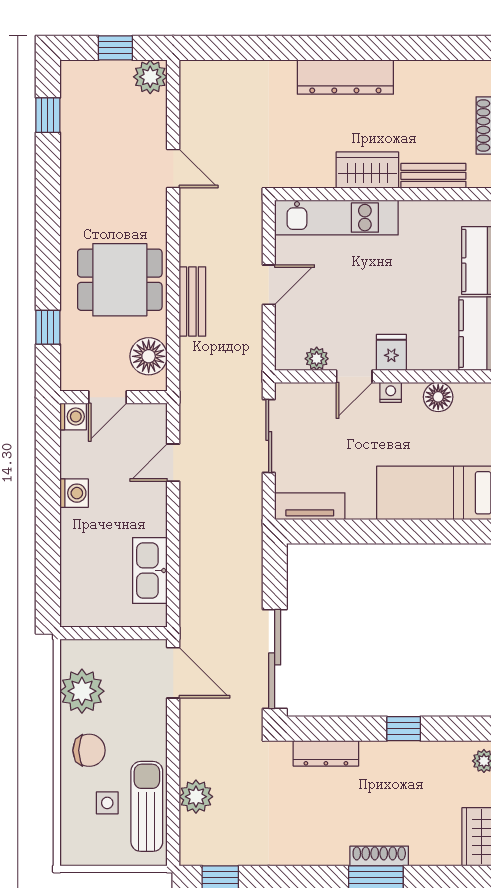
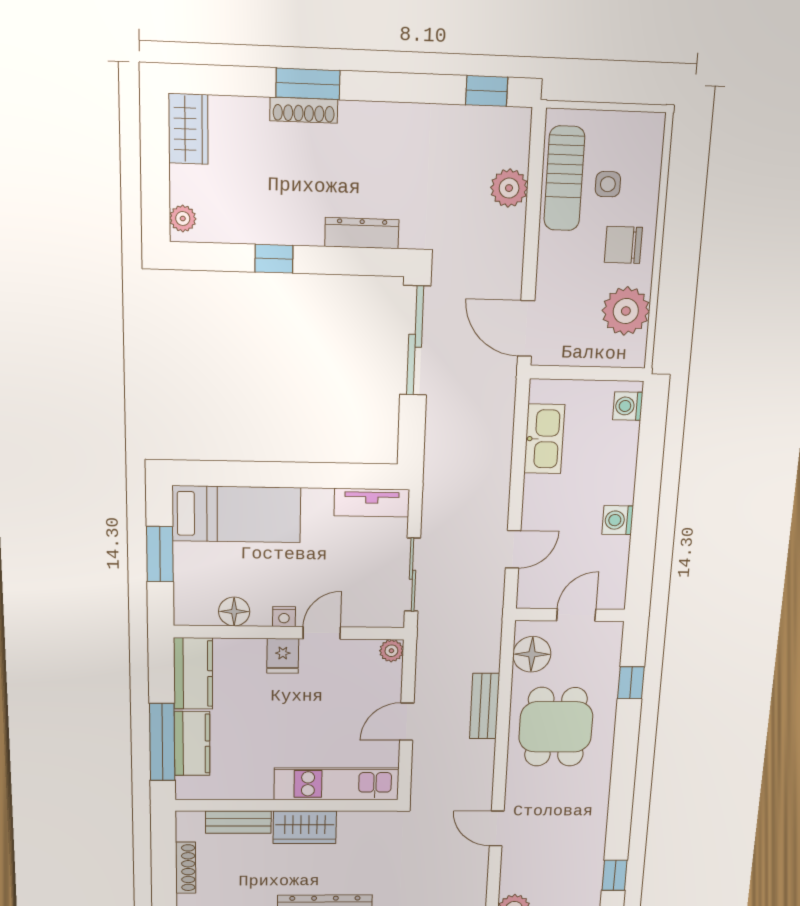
dining table: (120, 280) -> (556, 727), turned 90
plant: (317, 359) -> (391, 651), moved
washing machine: (73, 417) -> (628, 406), moved

